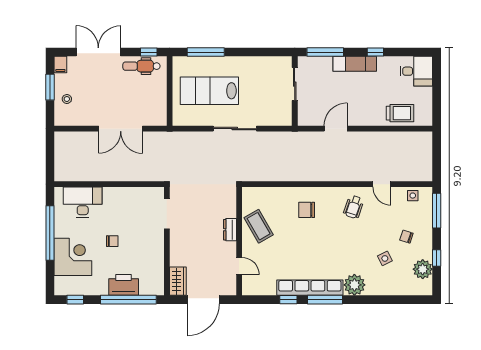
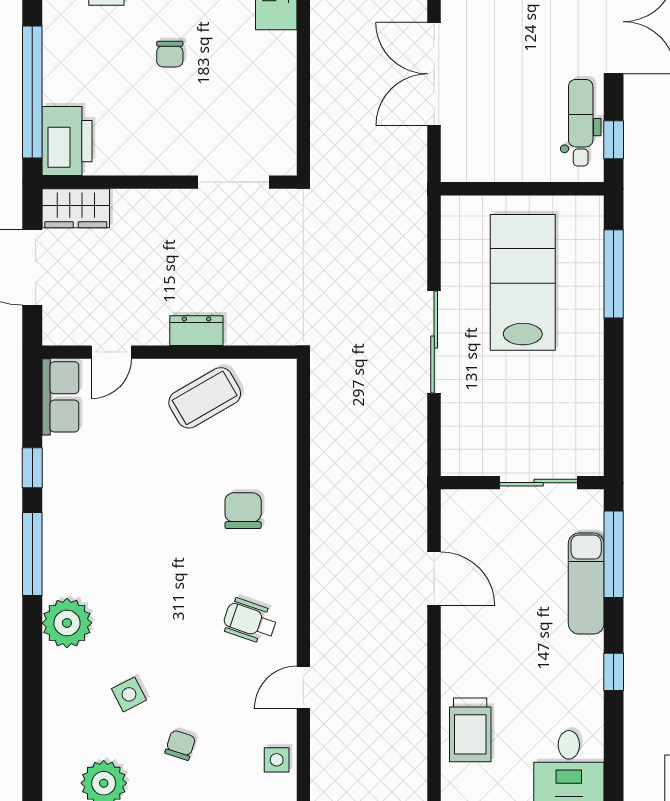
exam couch: (355, 64) -> (586, 584), moved
printer: (124, 285) -> (67, 141), moved
row of seats: (310, 288) -> (60, 397), moved, width x0.50

